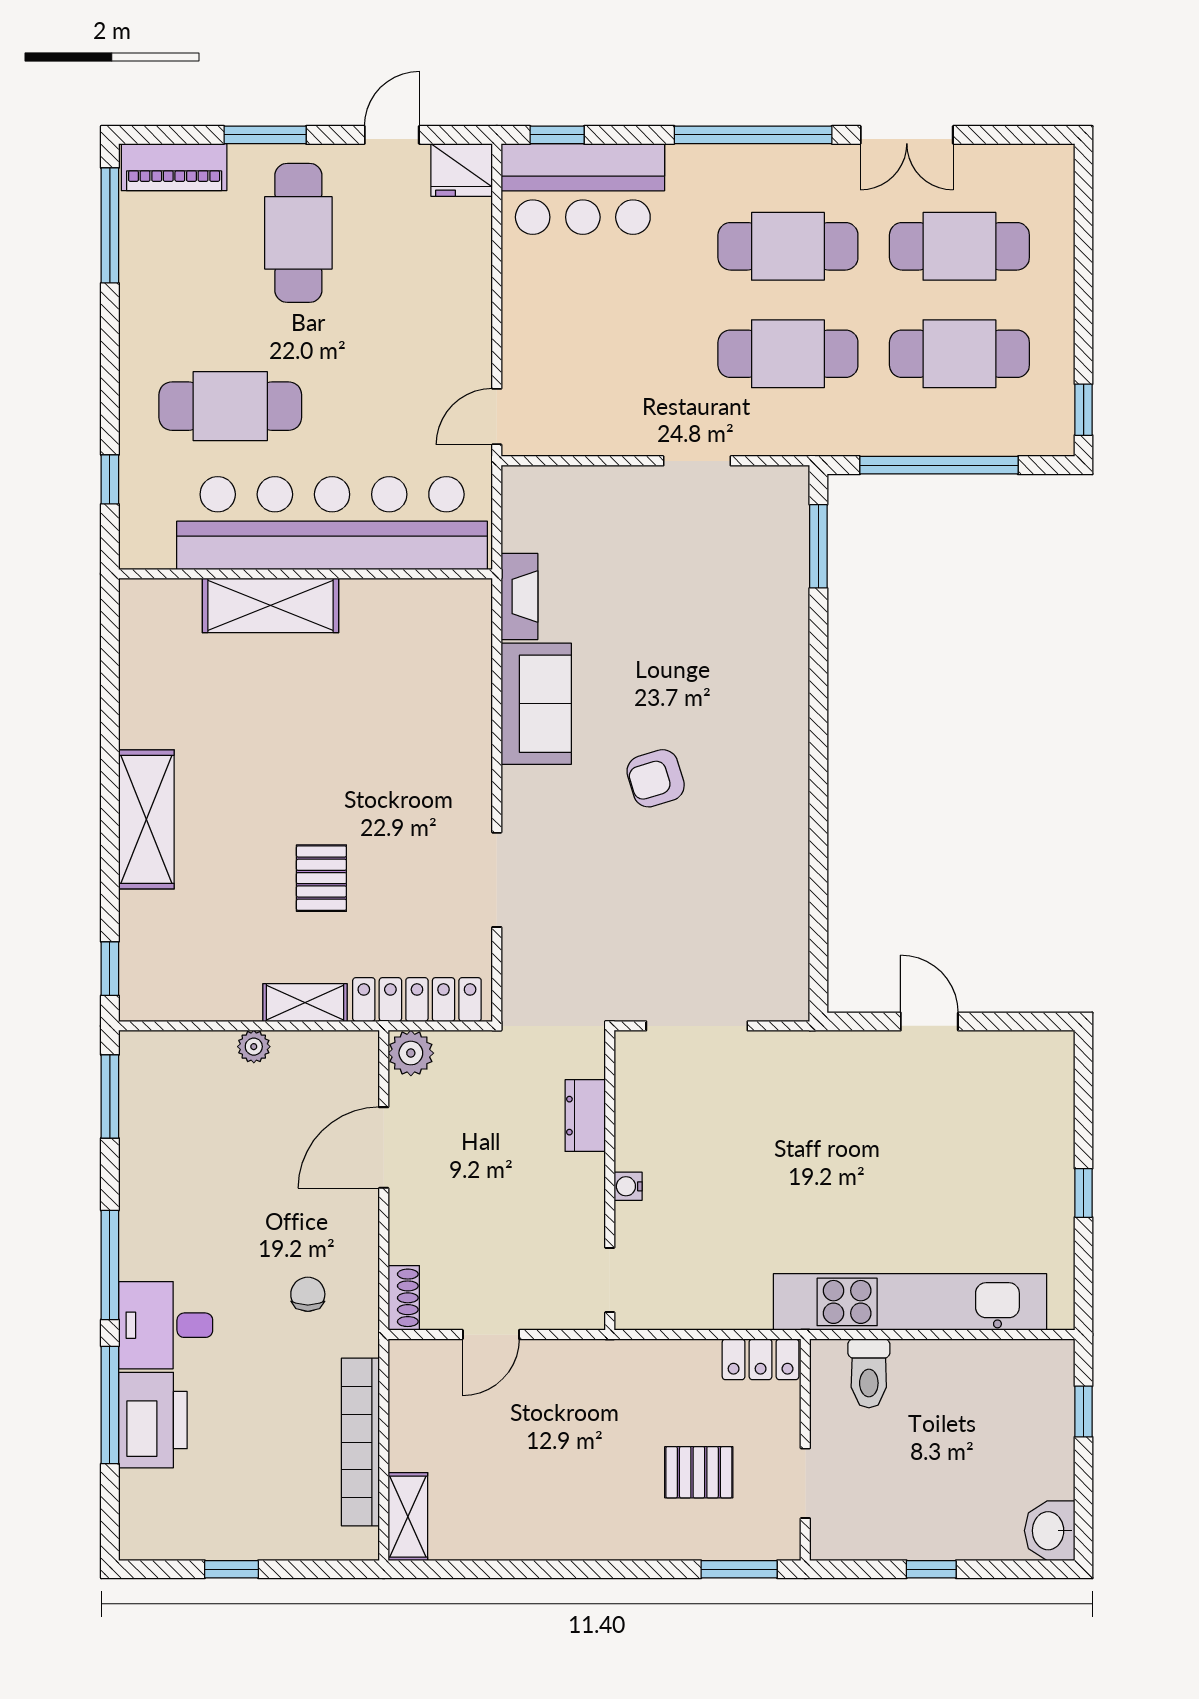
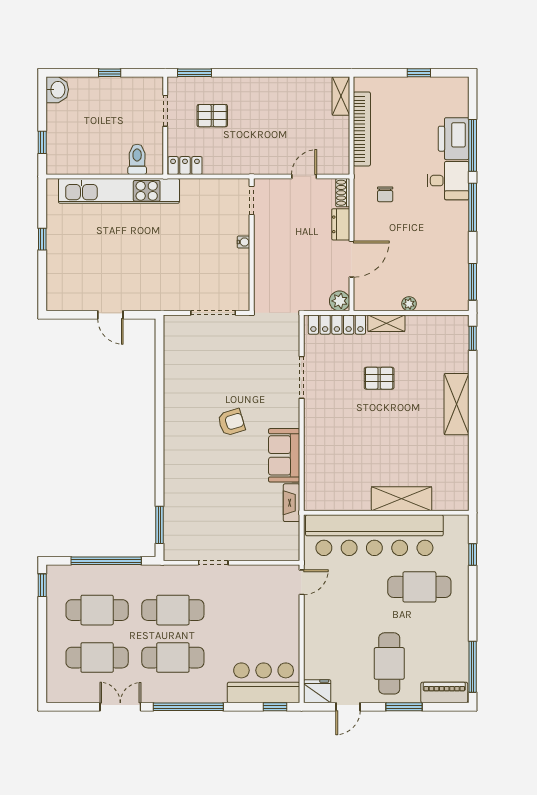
pallet: (321, 878) -> (379, 378), turned 90
dresser: (585, 1116) -> (341, 224), moved, turned 180

